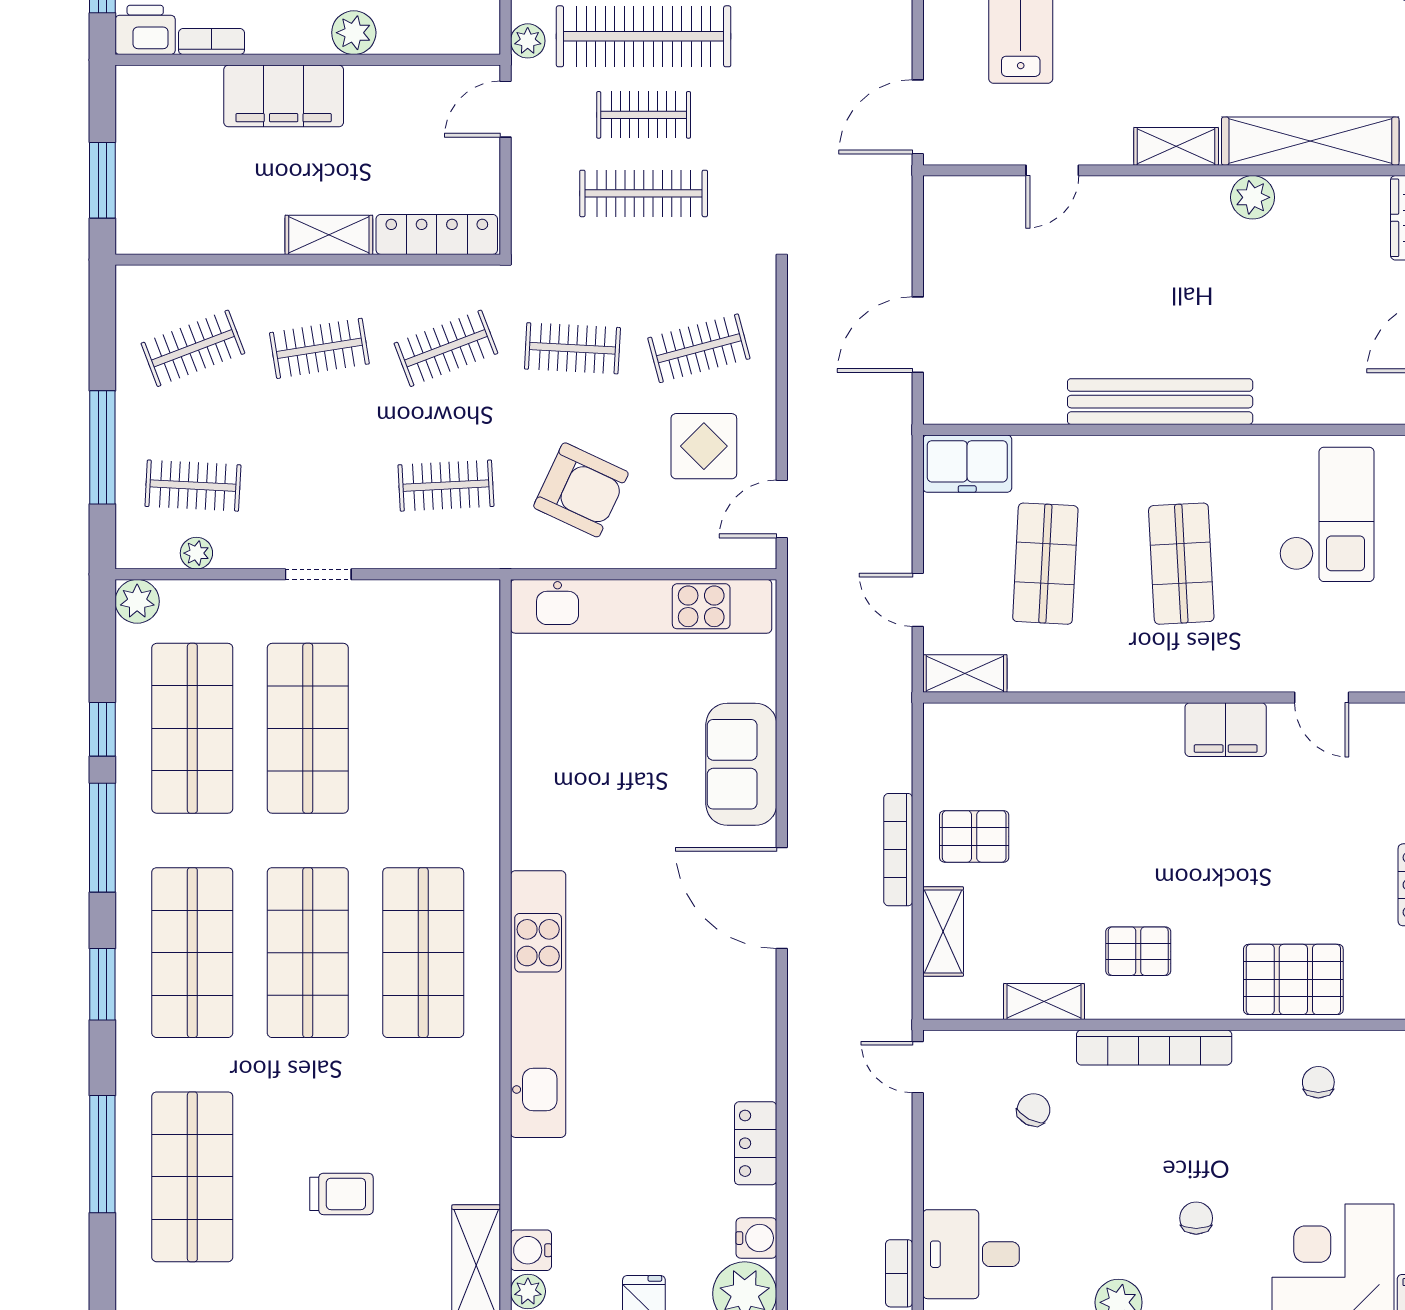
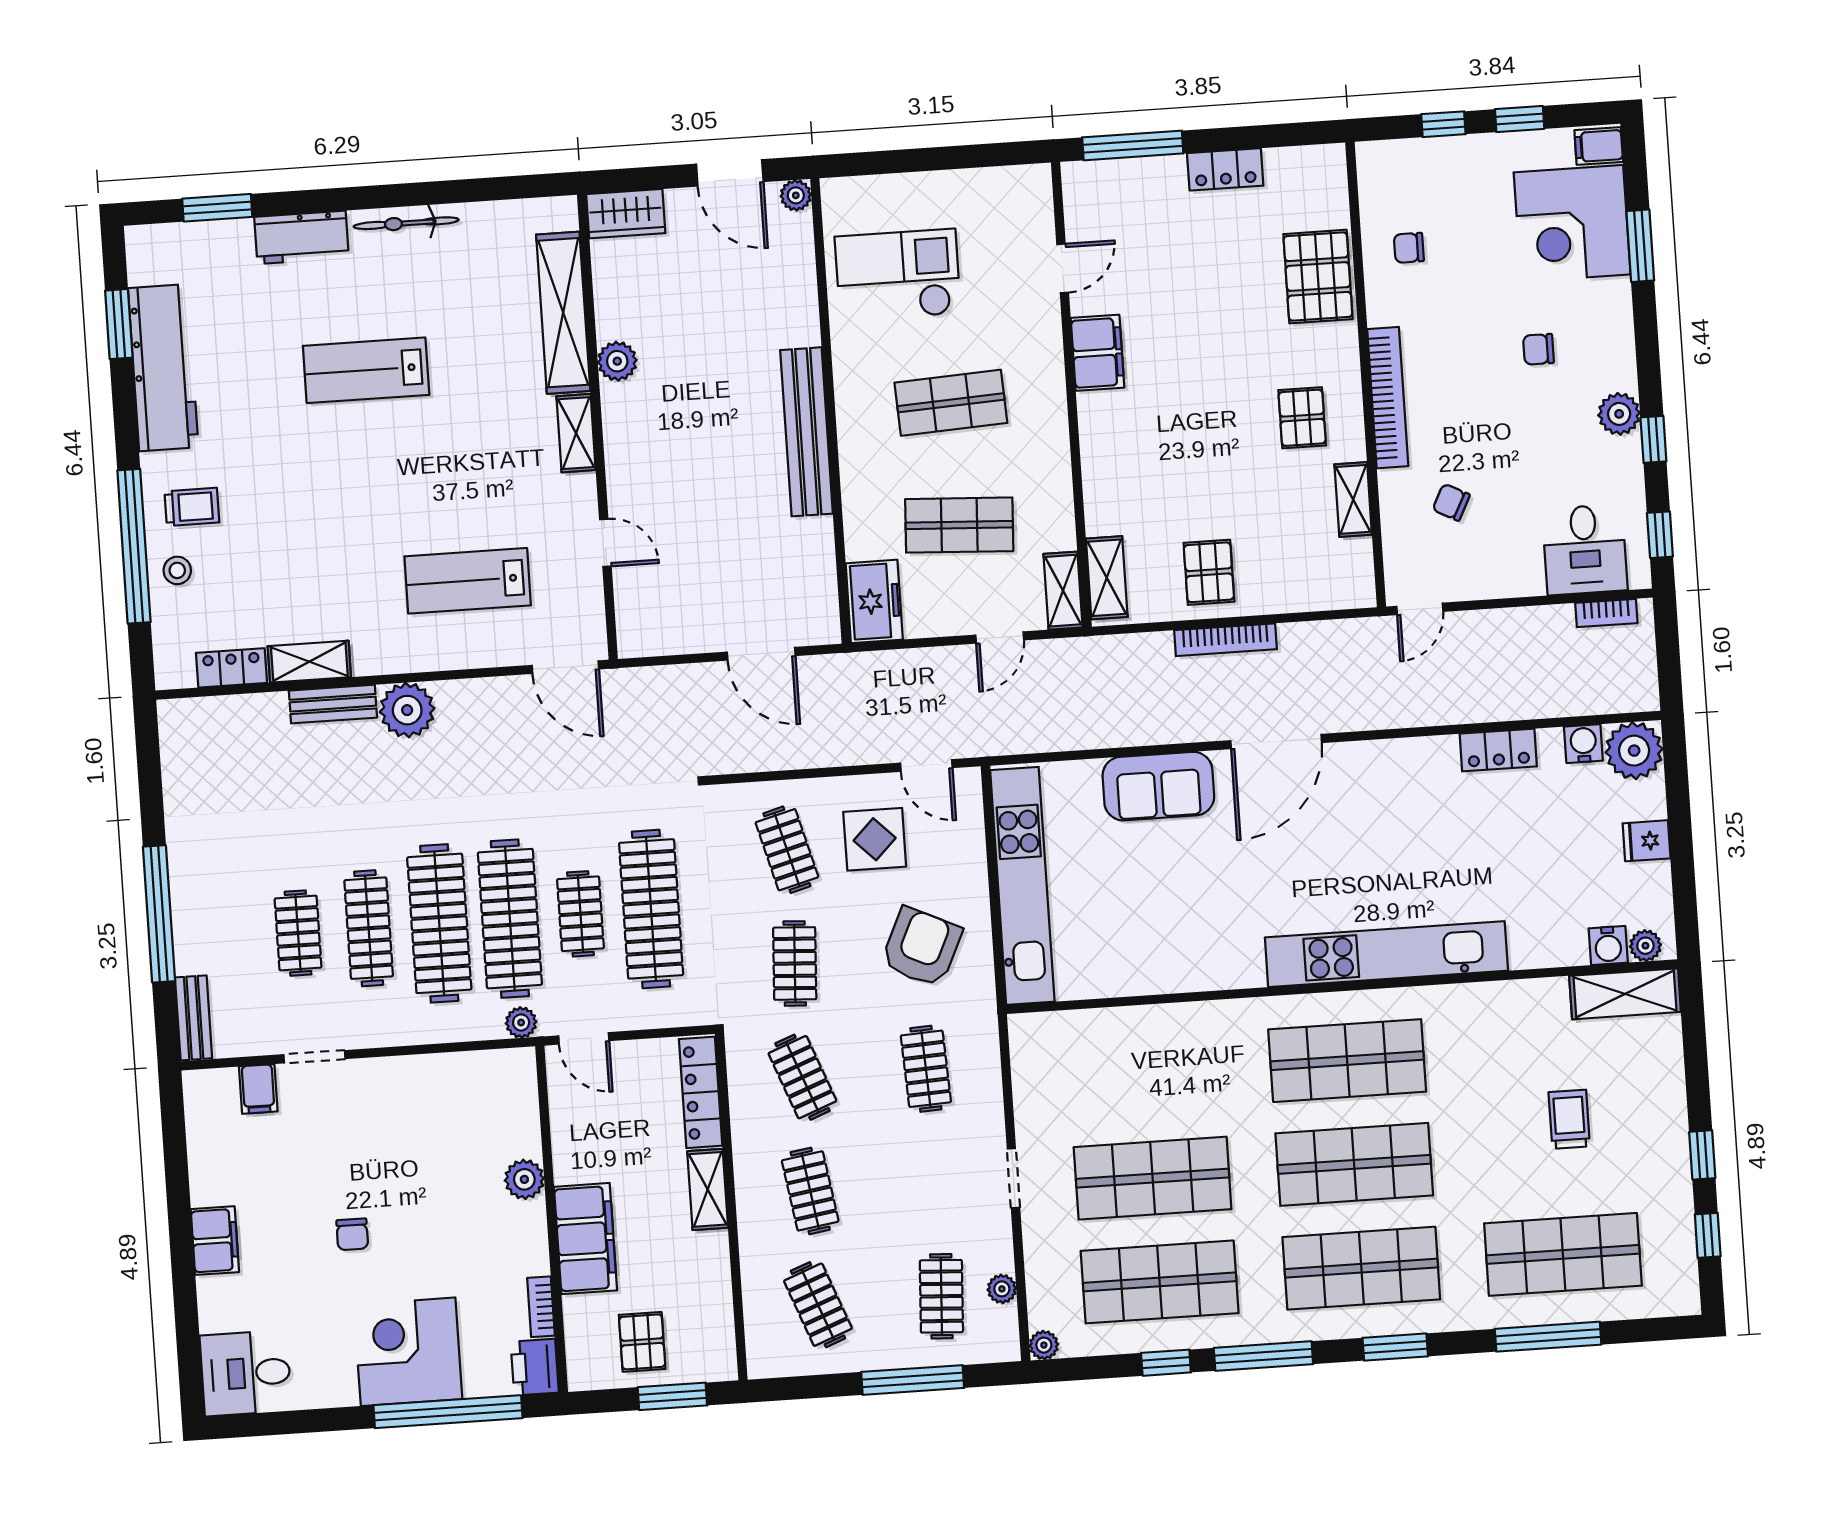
pallet: (165, 151) -> (642, 1342), added
clothes rail: (644, 193) -> (651, 909), width x1.37, depth x1.31
plant: (137, 601) -> (1044, 1345), width x0.73, depth x0.73
shelving: (943, 932) -> (1107, 578), moved, turned 90

